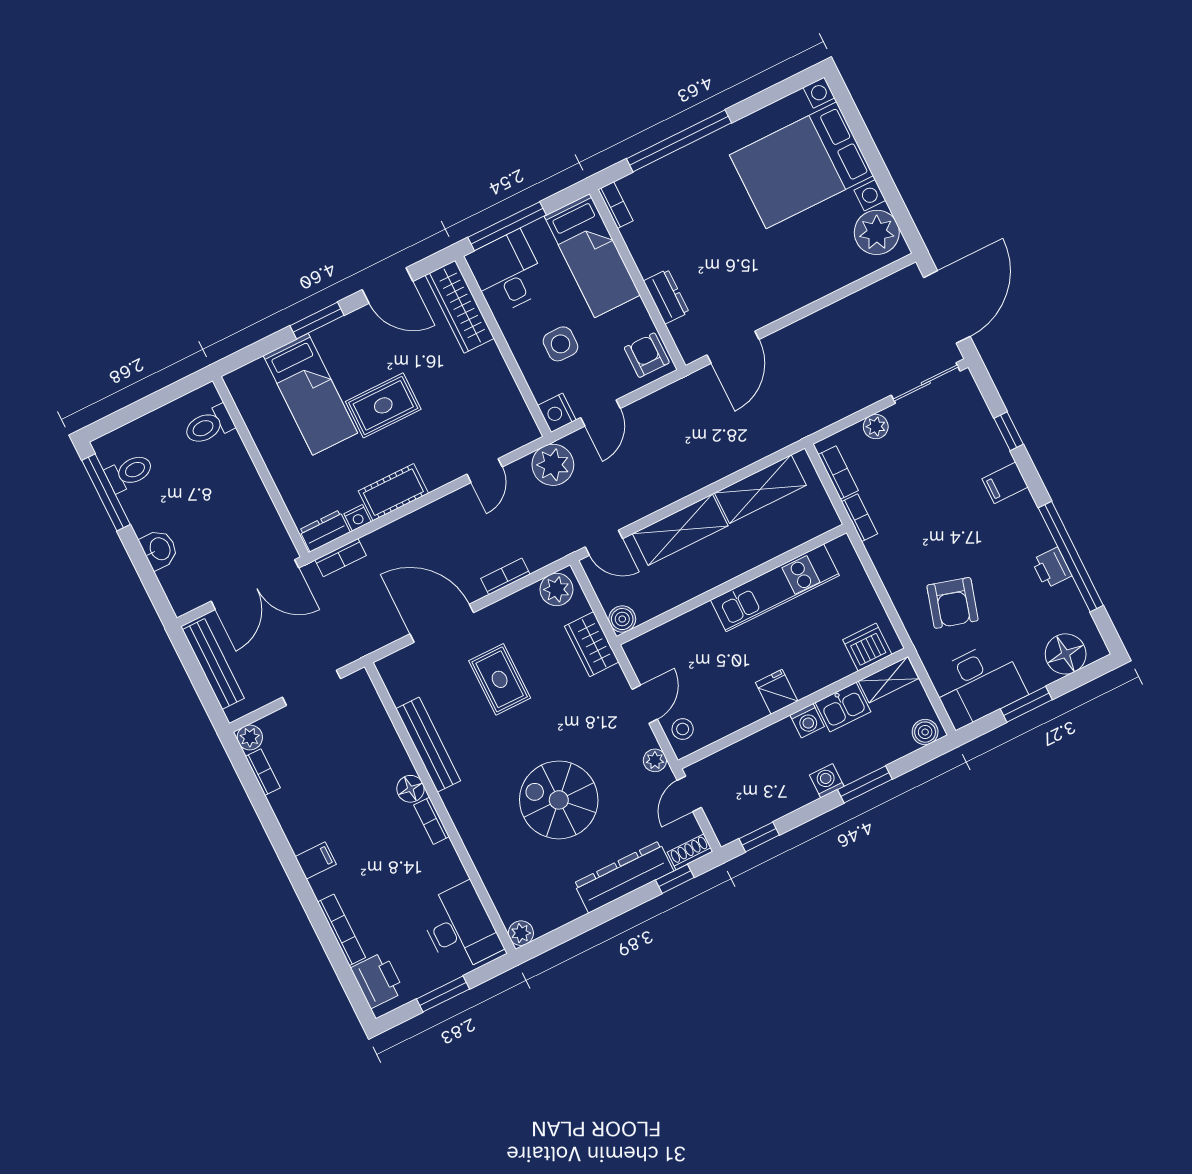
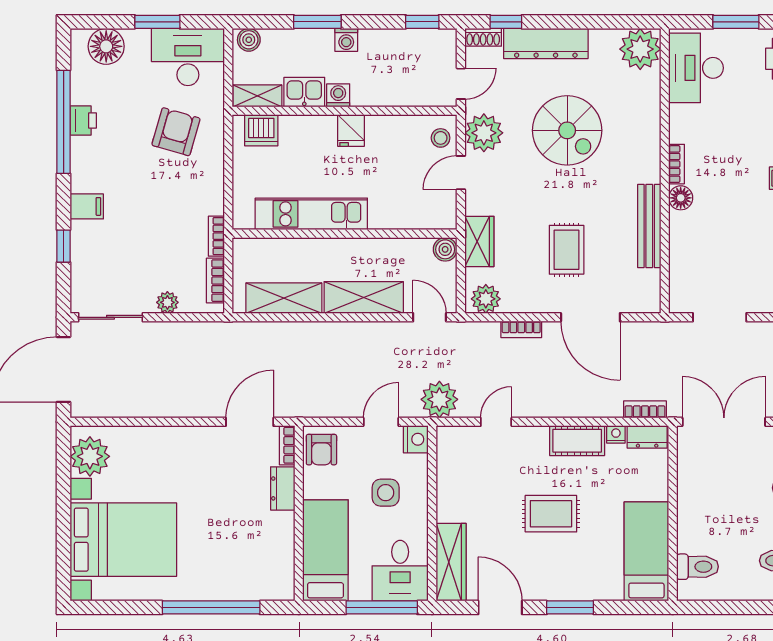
bookcase: (615, 205) -> (287, 445), moved
bed: (310, 394) -> (646, 551), moved
plant: (655, 760) -> (484, 133), width x1.88, depth x1.88
plant: (521, 933) -> (640, 49), width x1.88, depth x1.88

